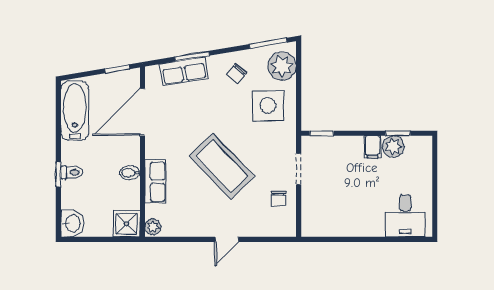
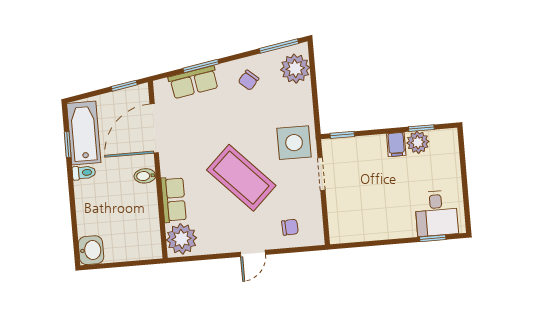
side table: (268, 106) -> (294, 143), moved
toilet: (72, 172) -> (84, 173), moved
bidet: (130, 173) -> (145, 176), moved
window: (58, 175) -> (68, 145), moved
chair: (279, 198) -> (290, 227), moved, turned -93
shower: (127, 224) -> (147, 246), removed
plant: (153, 227) -> (182, 239), width x1.88, depth x1.88
window: (400, 239) -> (433, 238), added

